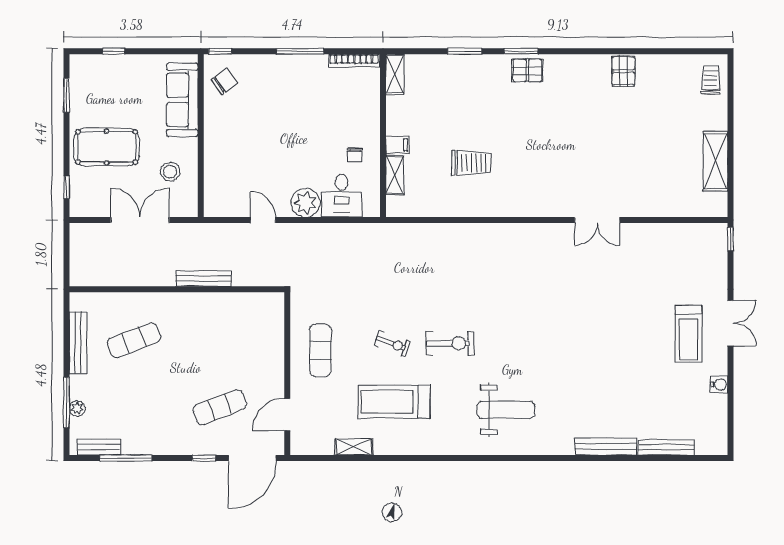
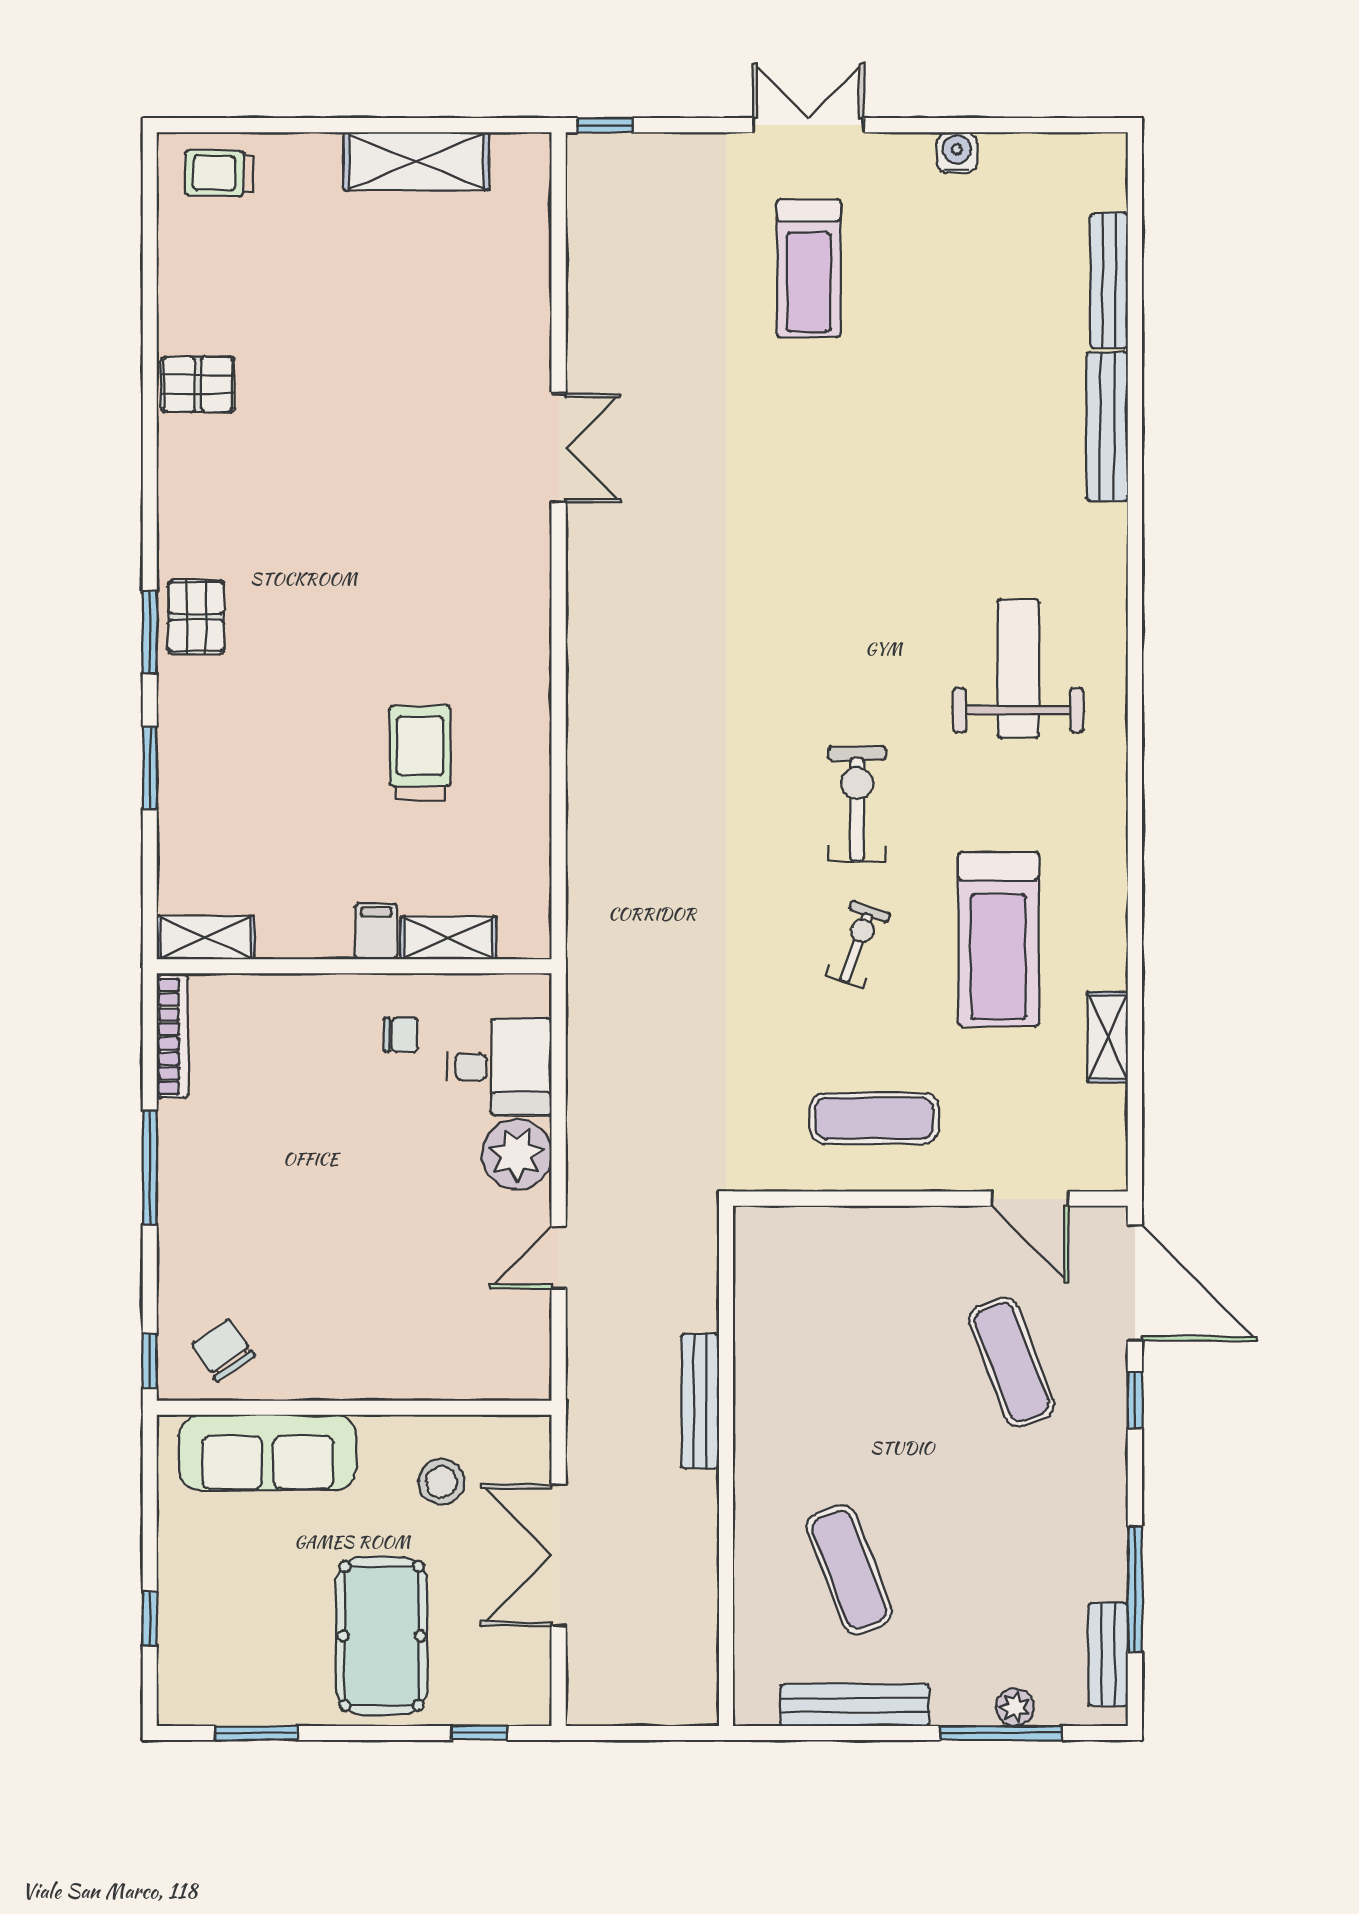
treadmill: (689, 334) -> (809, 268), moved, turned 90

